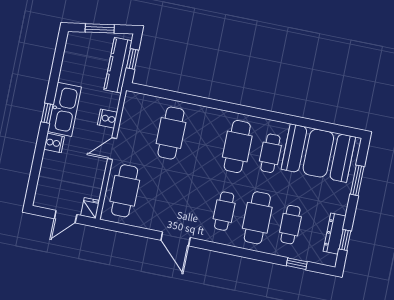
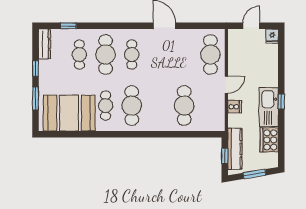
cooker: (54, 143) -> (269, 140), moved, width x1.87, depth x1.31
fridge: (90, 208) -> (272, 36), moved
dresser: (334, 234) -> (44, 44), moved
window: (345, 240) -> (35, 69), moved

